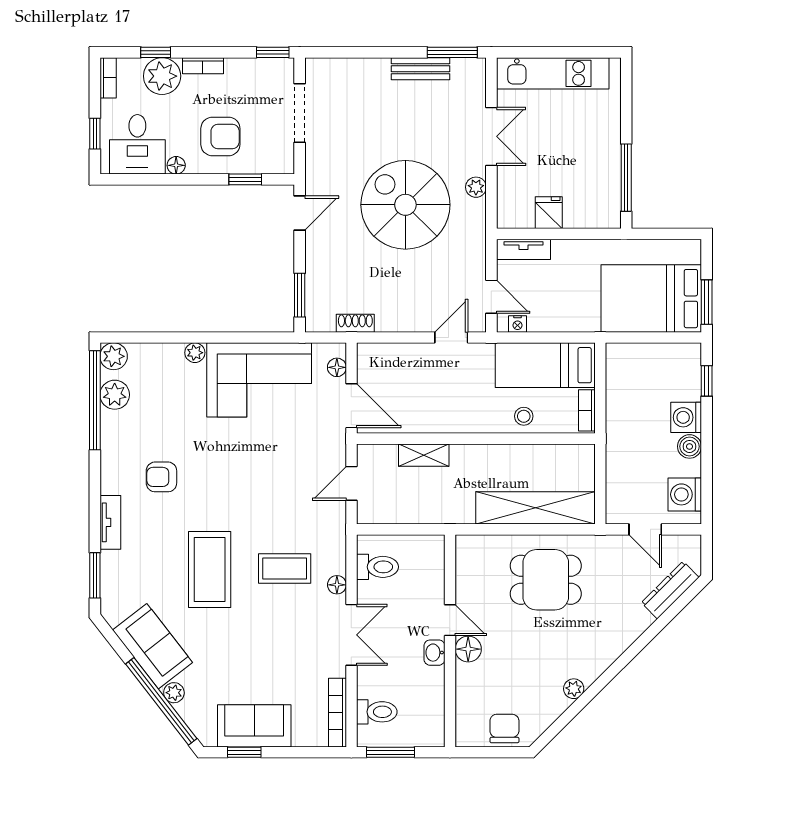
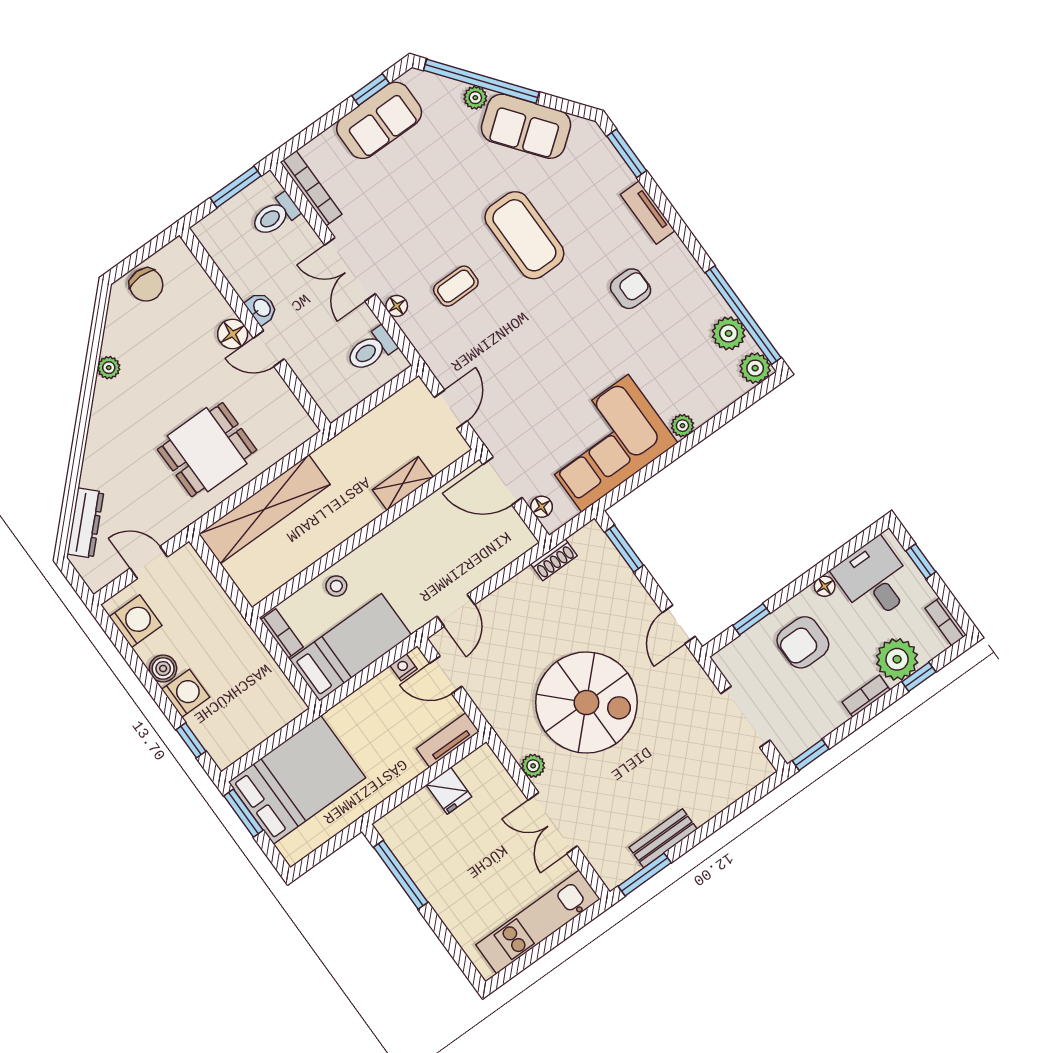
coffee table: (285, 568) -> (456, 286), width x0.73, depth x0.77

